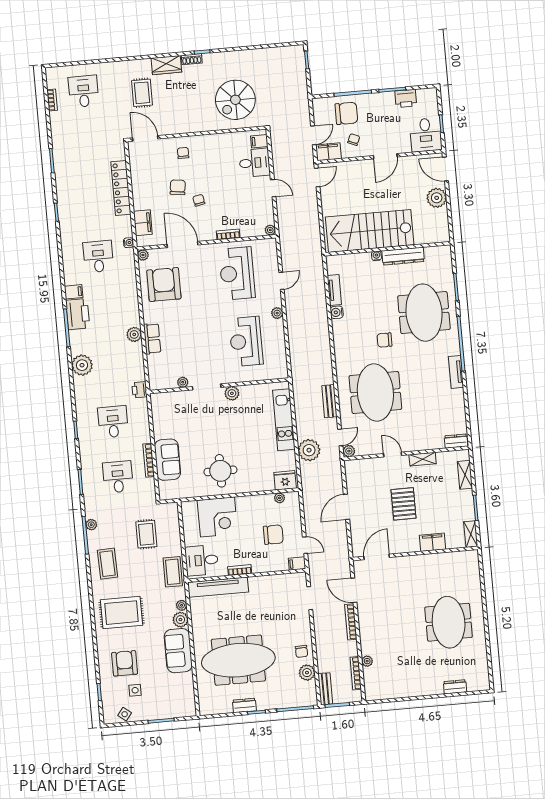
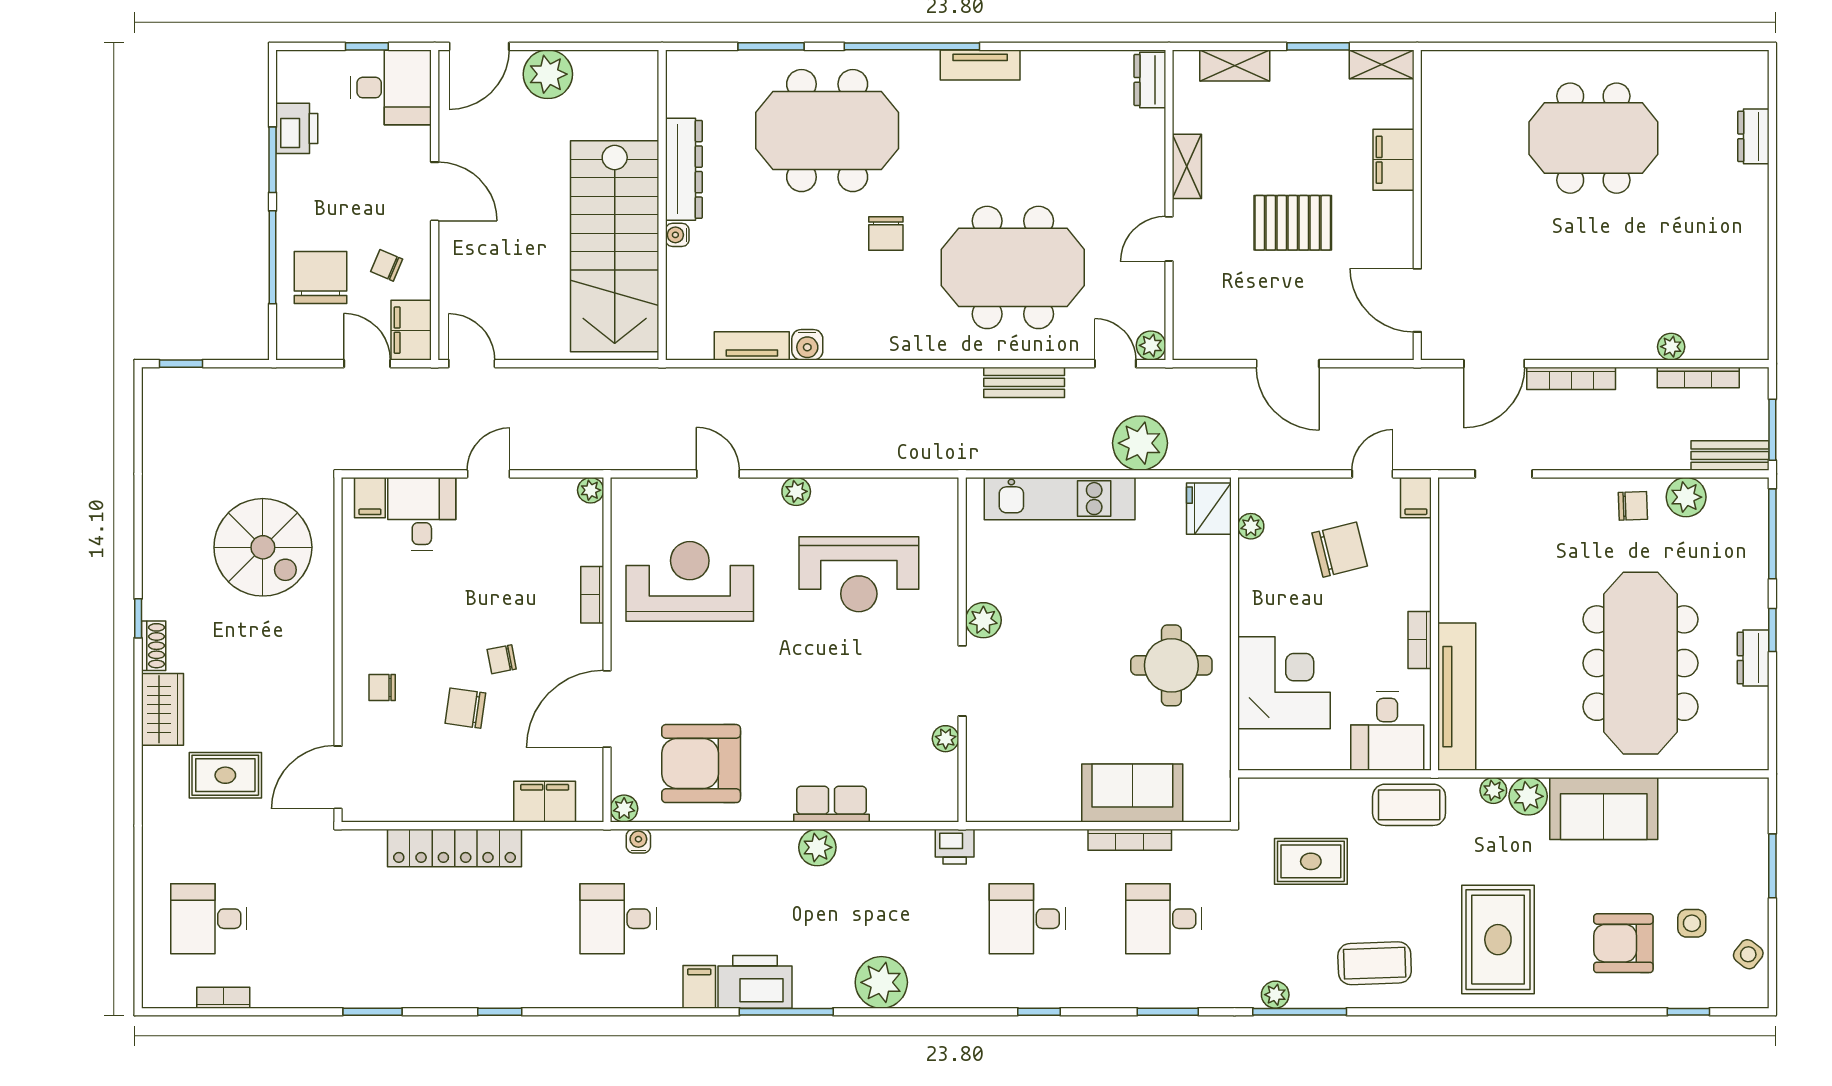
water cooler: (129, 243) -> (638, 841), moved
reception desk: (237, 273) -> (690, 581), turned 180
chair: (273, 535) -> (1340, 550), turned 76

